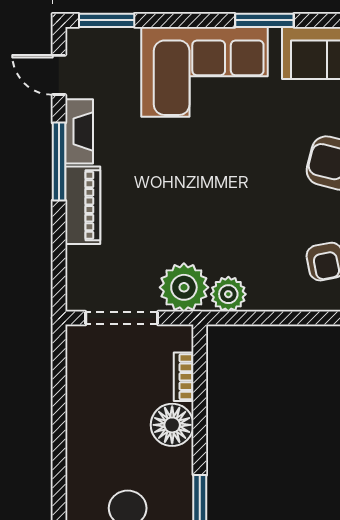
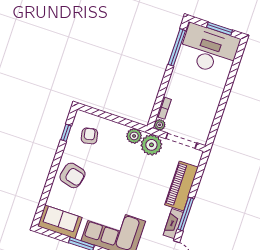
piano: (83, 205) -> (181, 186), width x1.37, depth x1.33
plant: (181, 337) -> (160, 125), added
floor lamp: (172, 425) -> (175, 90), removed

